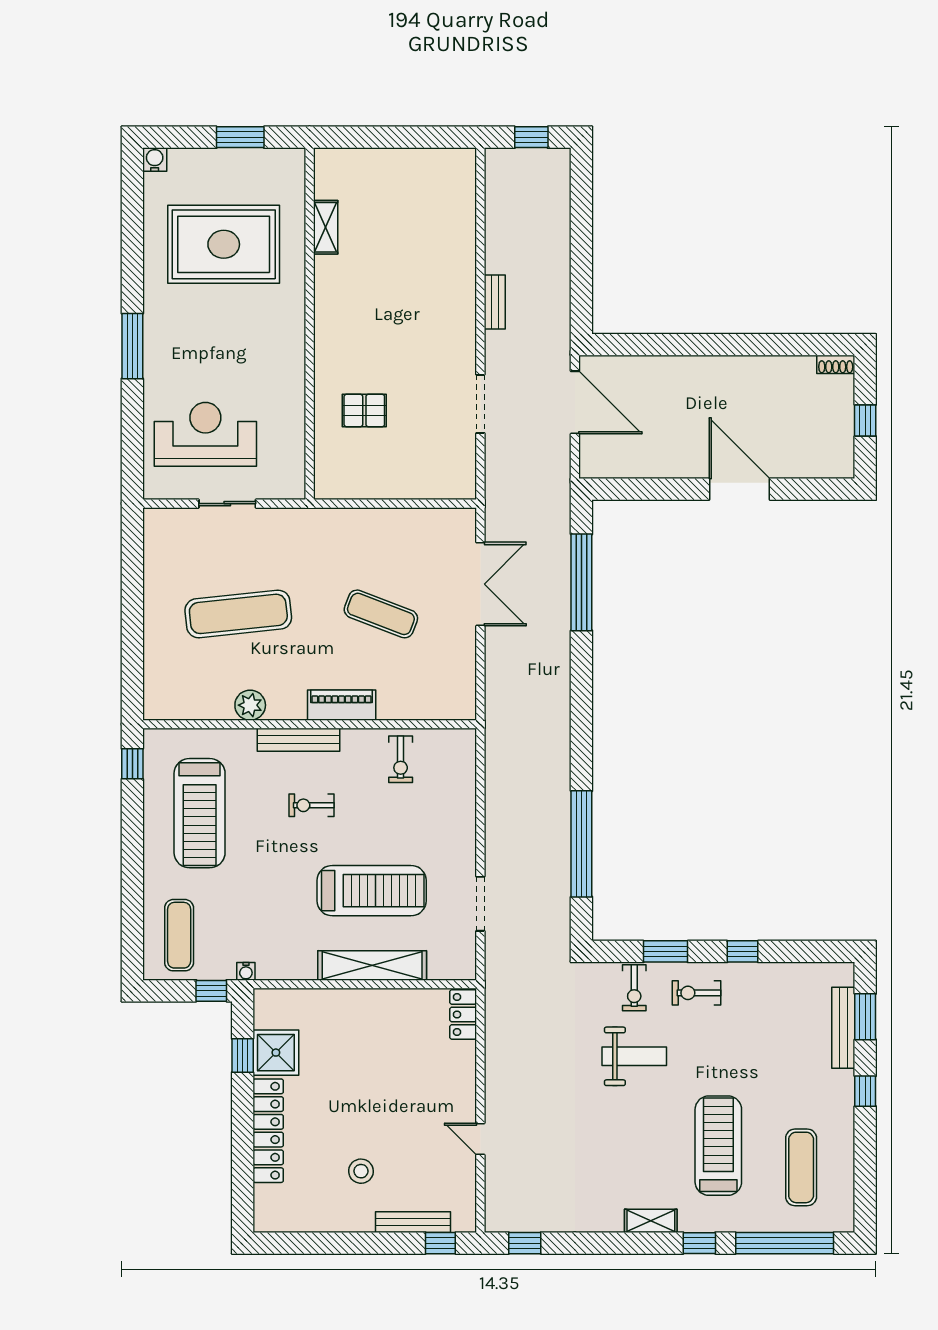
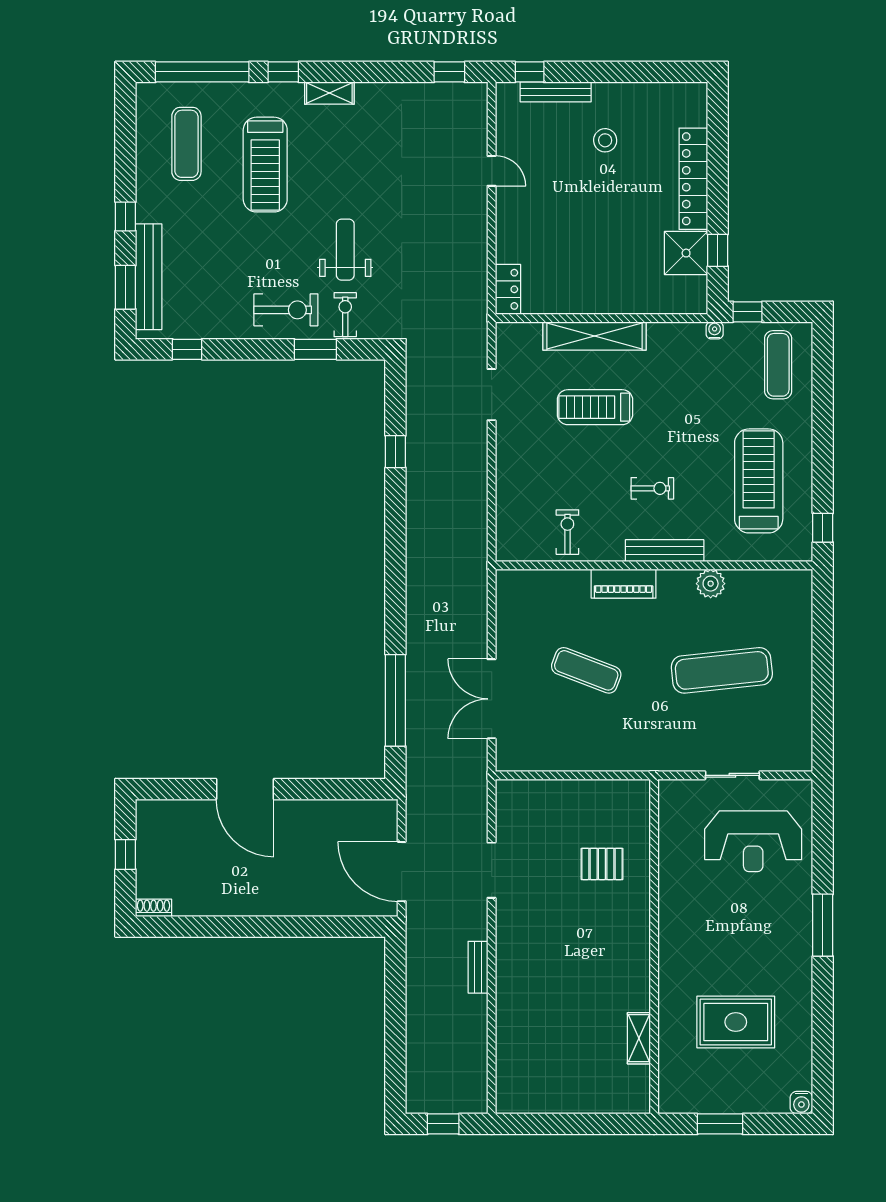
rug: (224, 244) -> (736, 1022), width x0.73, depth x0.69
window: (581, 844) -> (395, 452), width x0.32
treadmill: (372, 891) -> (595, 407), width x0.73, depth x0.73
window: (743, 951) -> (187, 349), moved
exercise bike: (697, 993) -> (286, 310), width x1.38, depth x1.39
bench: (843, 1028) -> (149, 277), width x1.37, depth x1.21
weight bench: (634, 1056) -> (345, 250), turned 90

